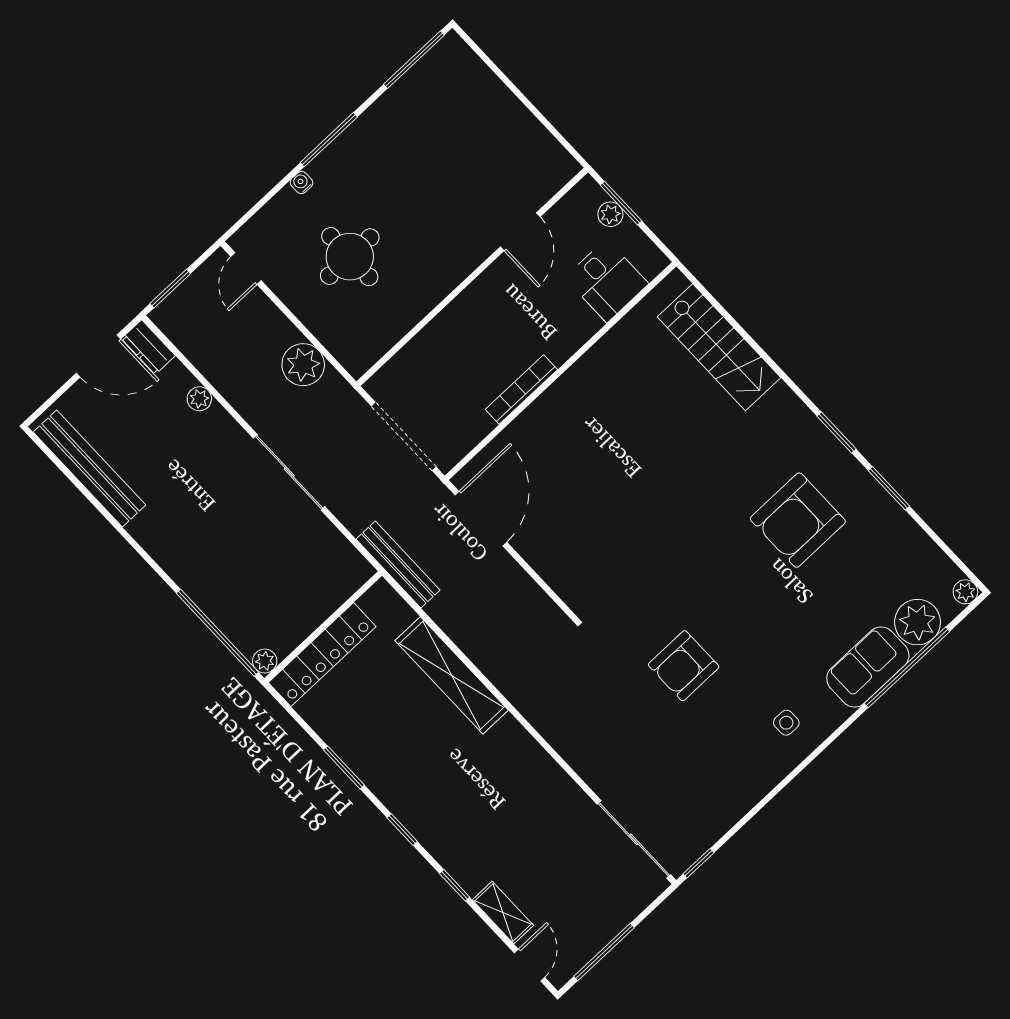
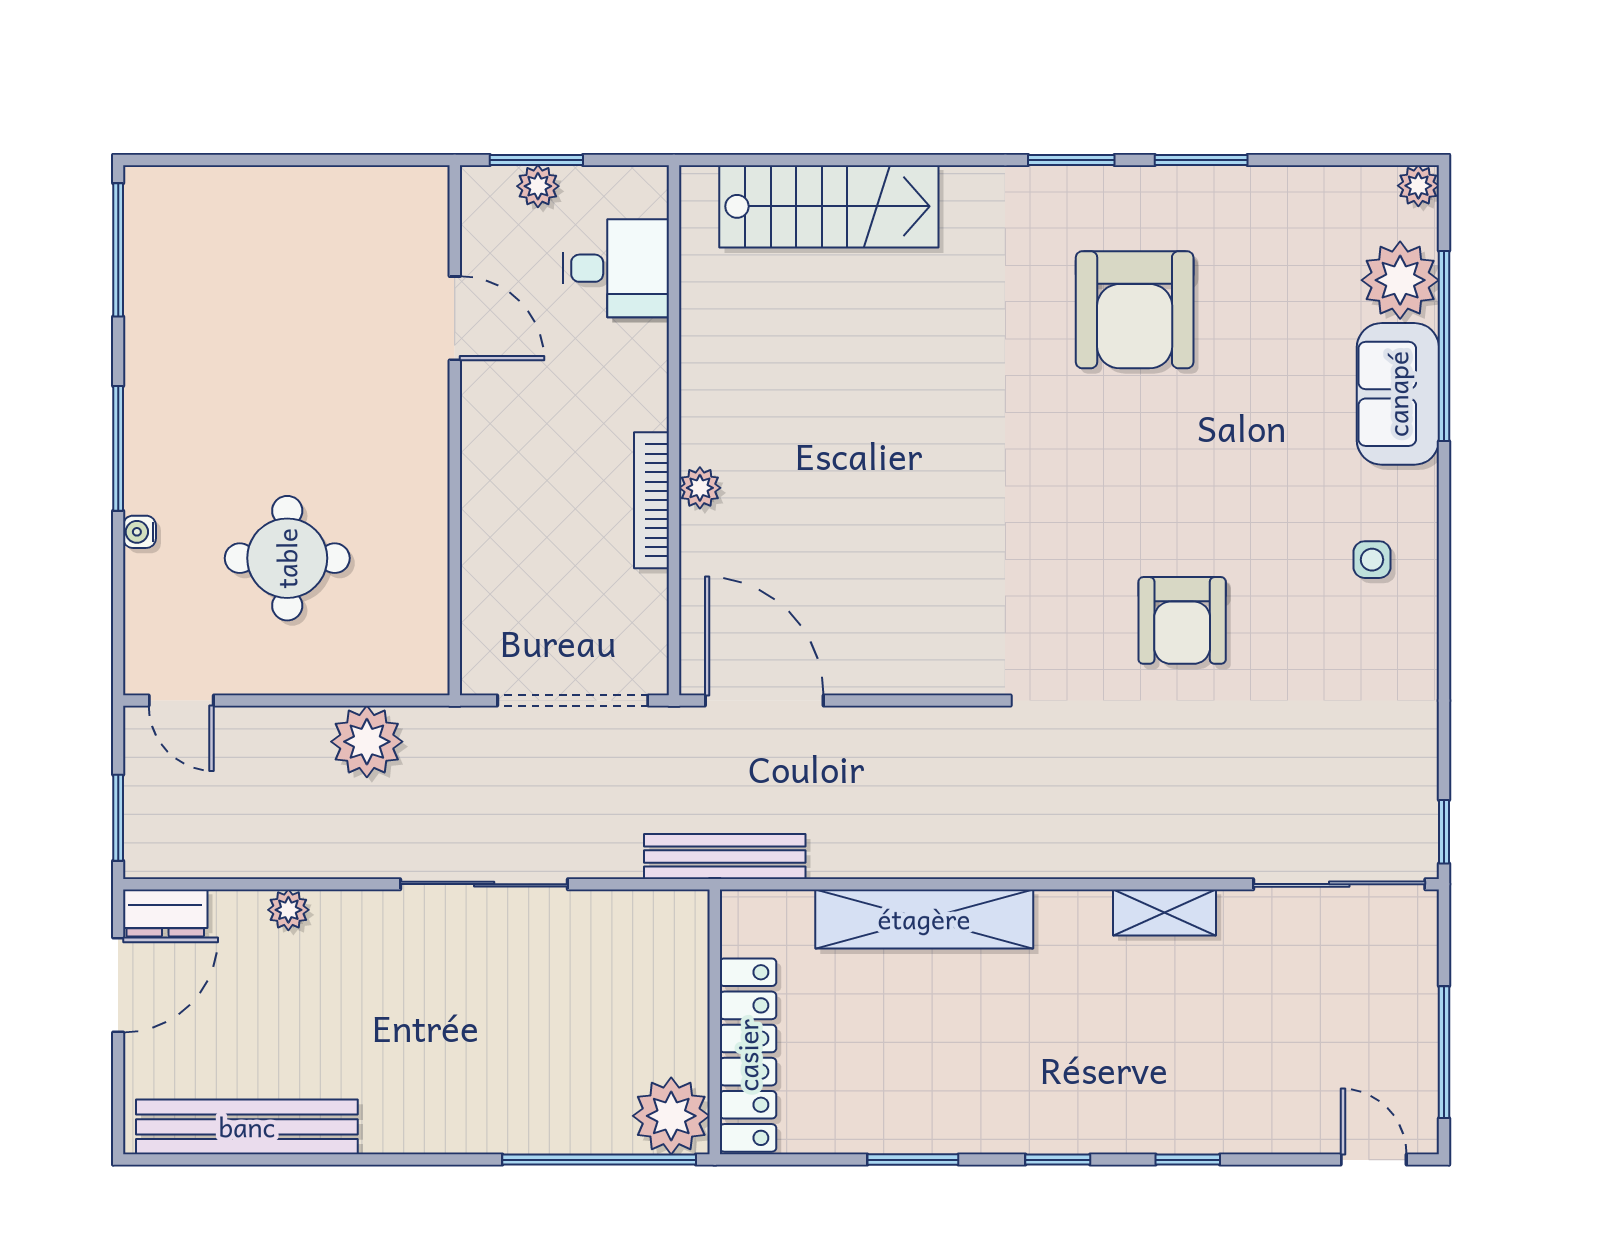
plant: (546, 405) -> (700, 488), added
plant: (265, 661) -> (671, 1116), width x1.87, depth x1.87
shelving: (503, 913) -> (1165, 912), moved

